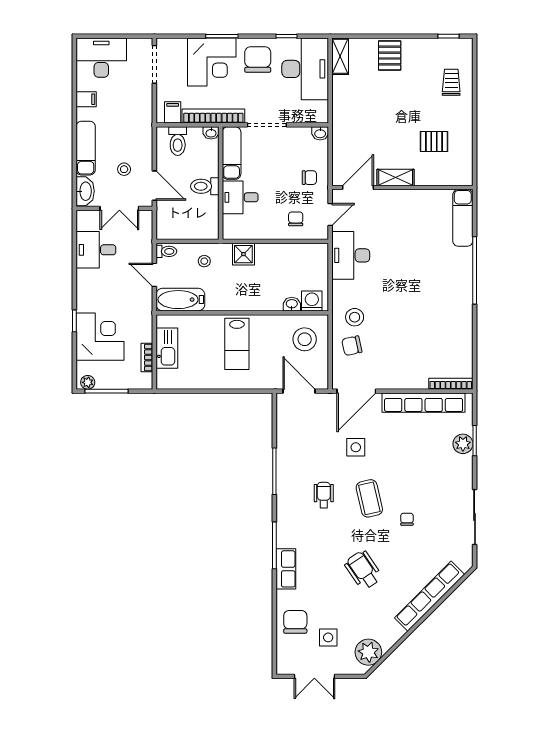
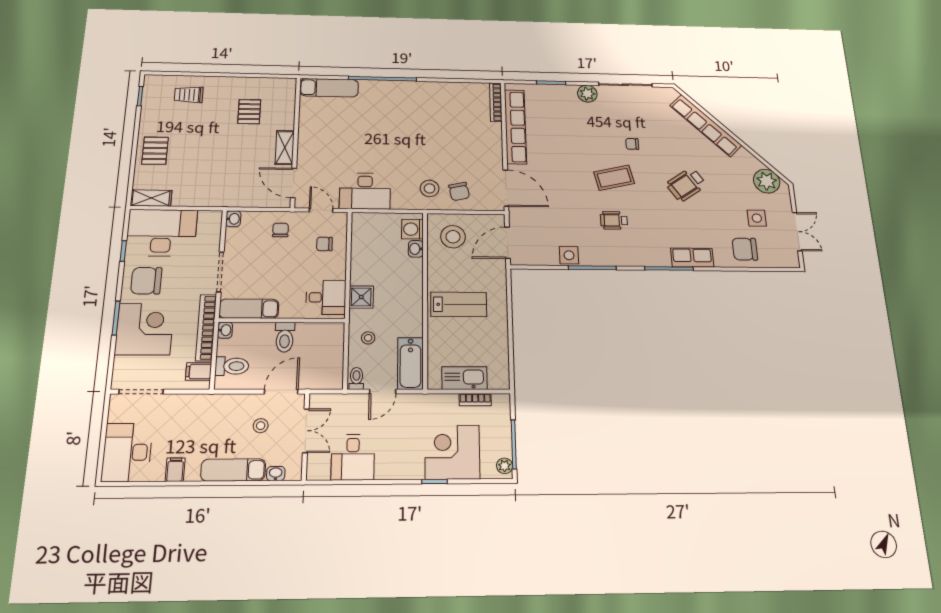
pallet: (390, 56) -> (155, 151), turned 90
washbasin: (85, 191) -> (276, 474), width x0.52, depth x0.69
desk: (240, 197) -> (326, 297), moved, turned -90
plant: (463, 444) -> (587, 94), moved
side table: (356, 447) -> (569, 255), moved

